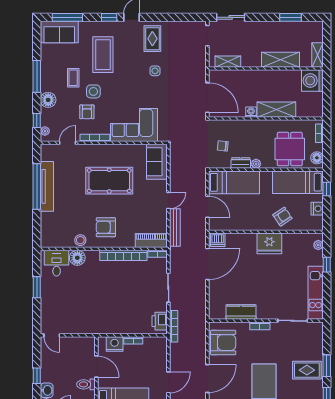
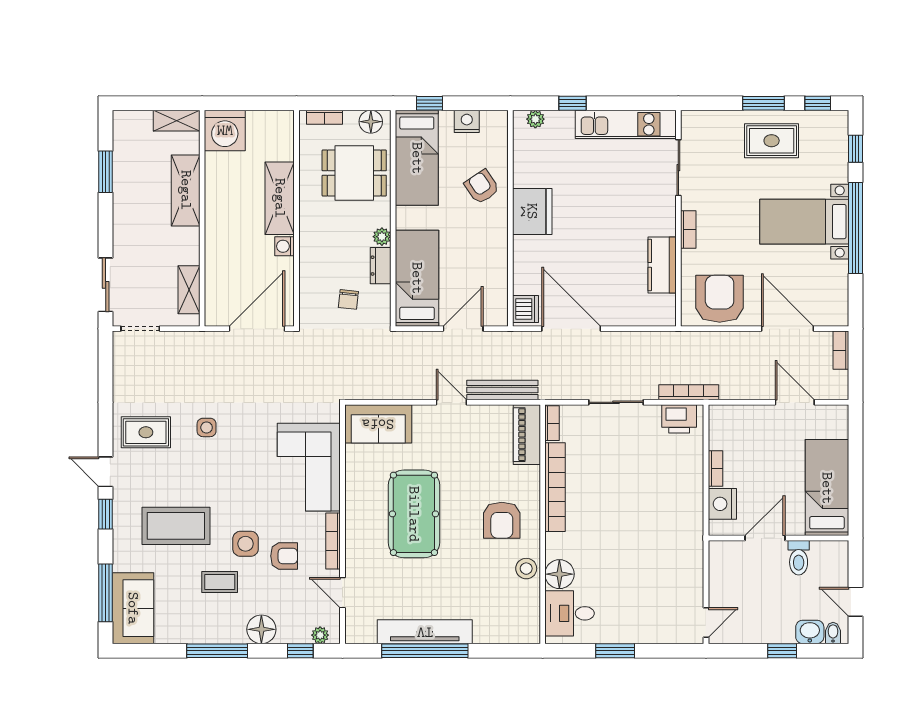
rug: (307, 370) -> (772, 141), turned 90

